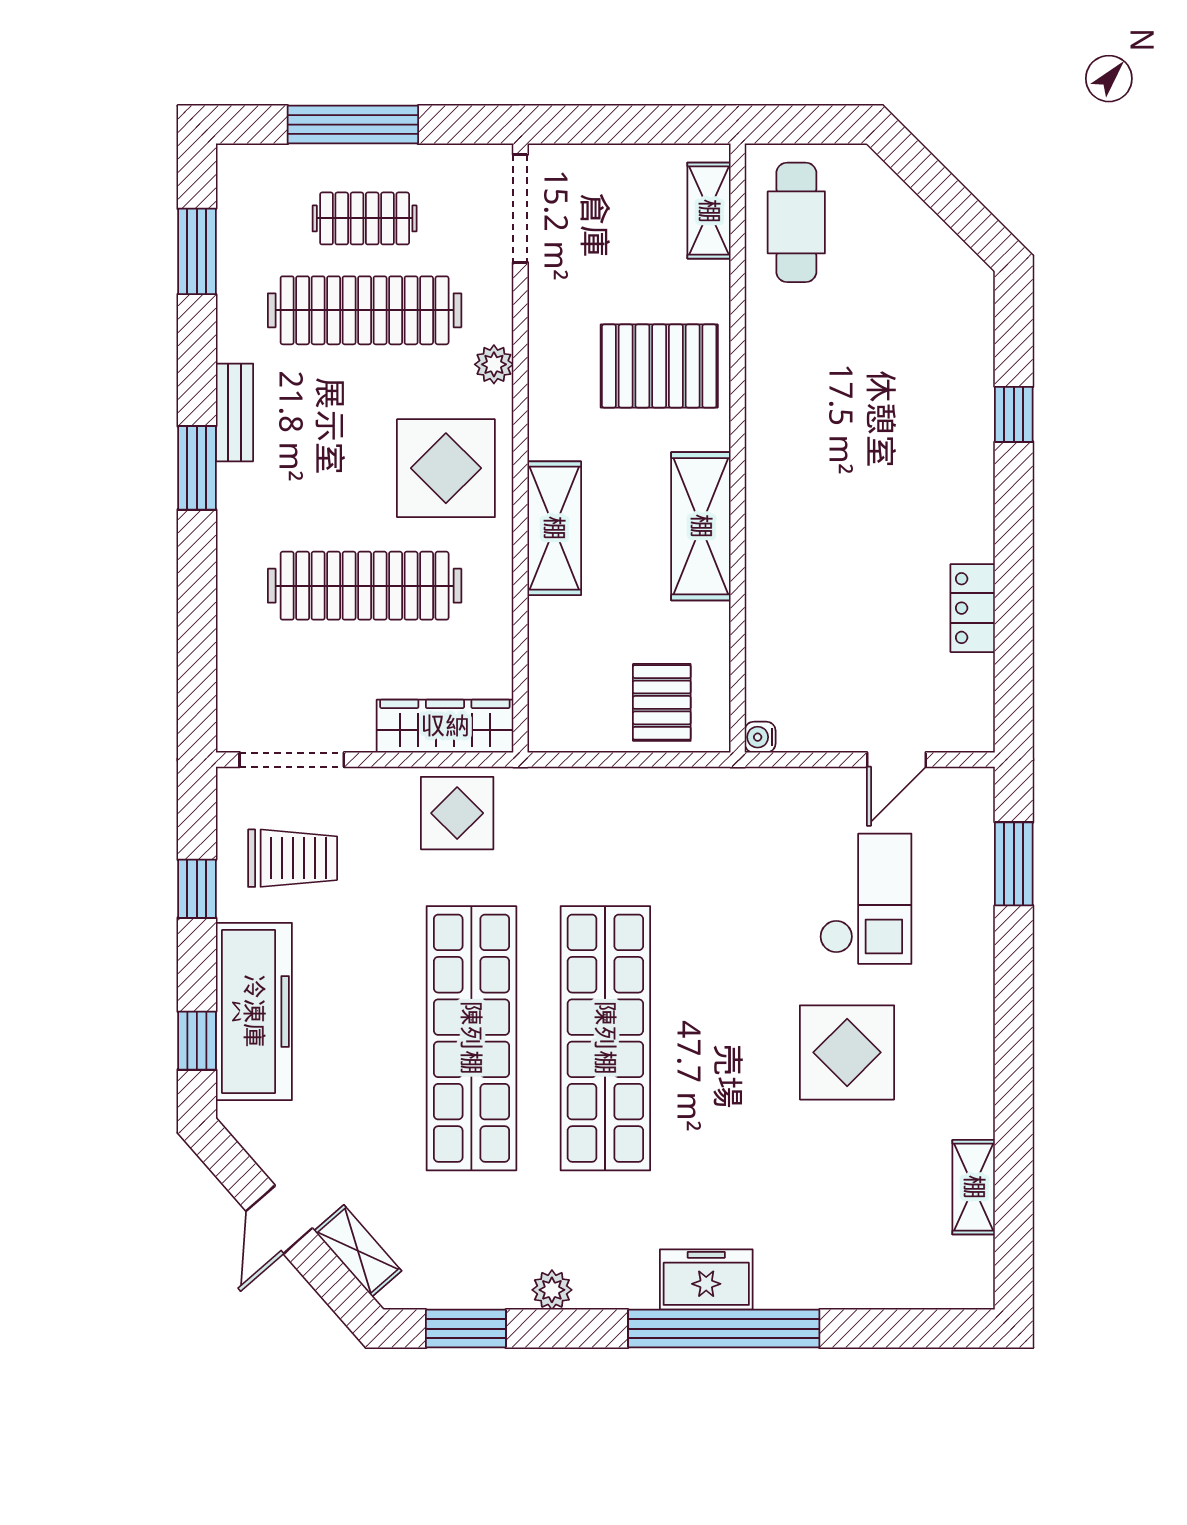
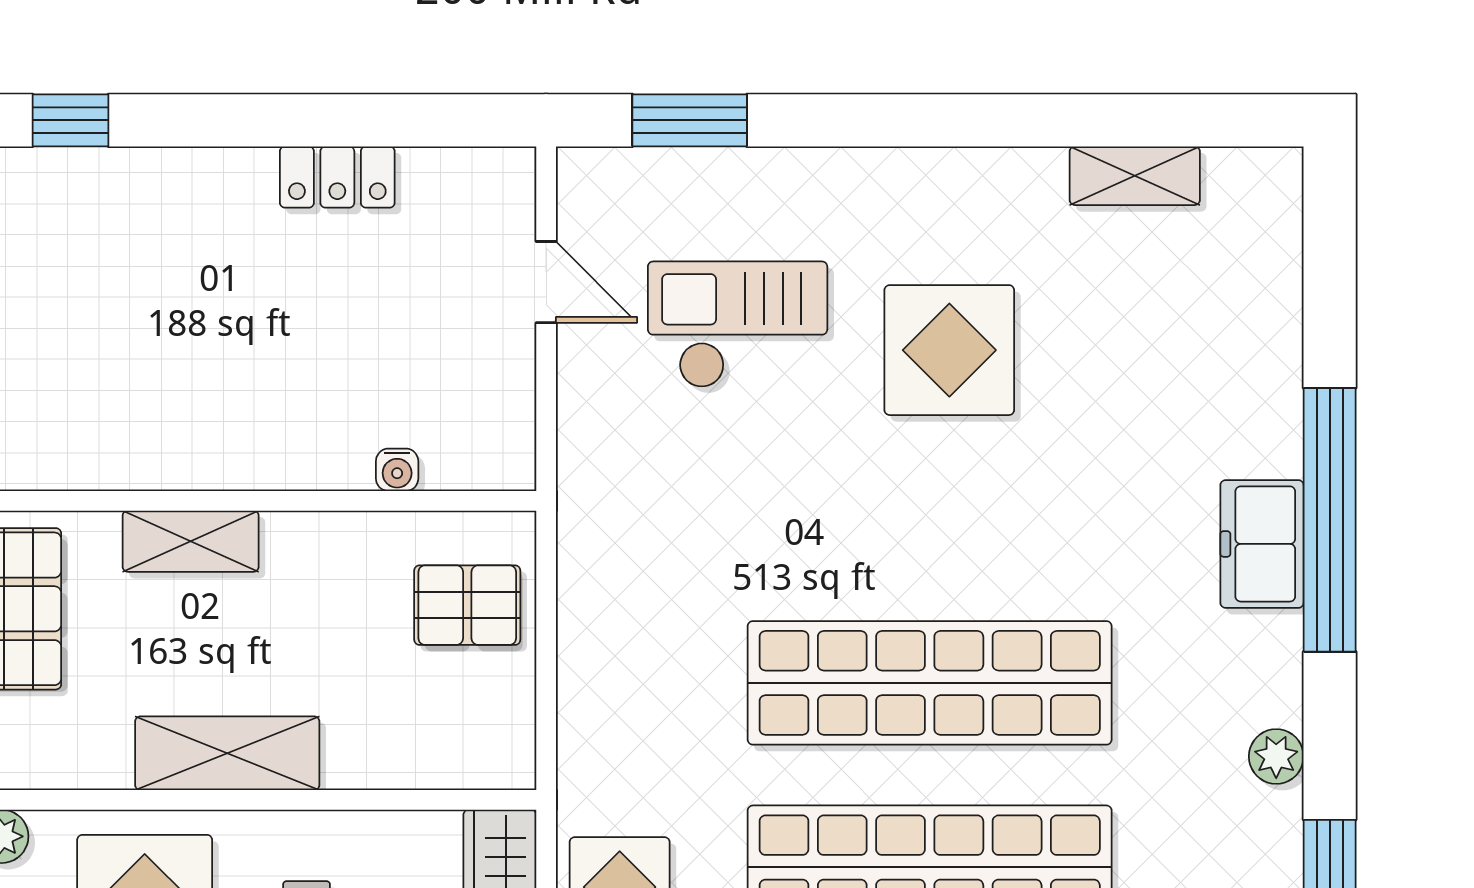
shelving: (701, 526) -> (191, 541), width x0.67, depth x0.75
water cooler: (760, 737) -> (397, 470), moved

